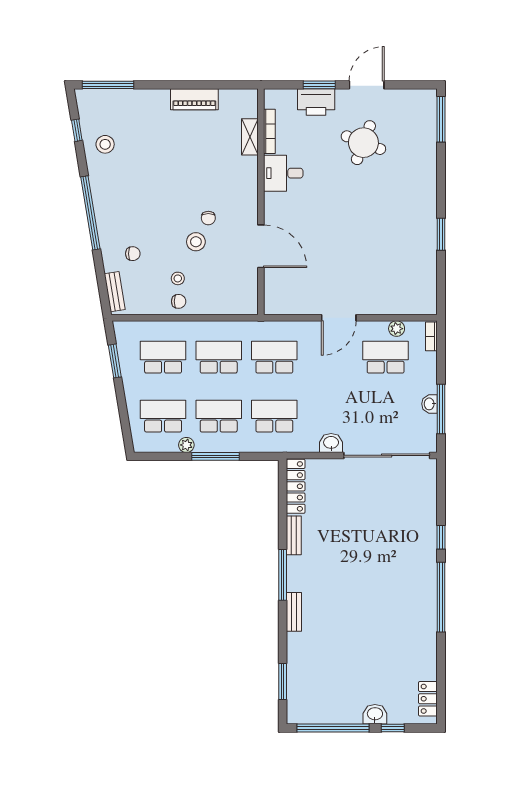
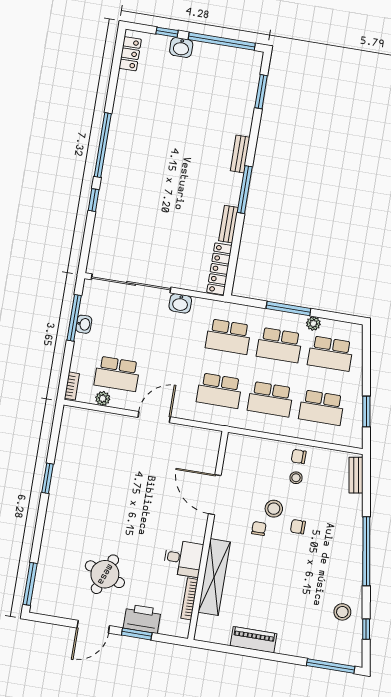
shelving: (250, 137) -> (214, 577), width x2.20, depth x1.33
chair: (133, 254) -> (298, 527), moved

